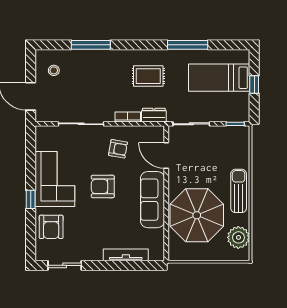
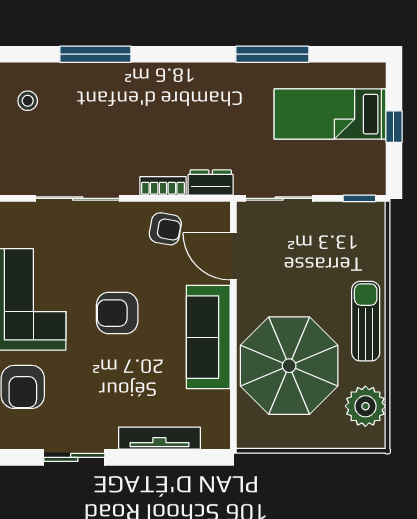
rug: (148, 76) -> (200, 111), removed
armchair: (118, 149) -> (165, 229), moved
sliding door: (65, 265) -> (74, 457), moved

